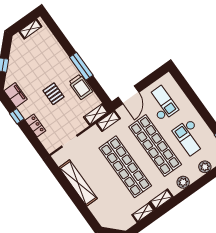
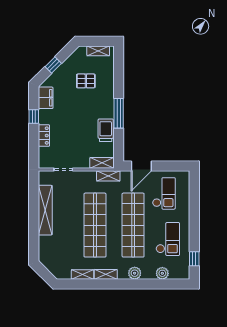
trolley: (81, 87) -> (106, 130), turned 180
pallet: (54, 94) -> (86, 81), moved, turned 90
checkout: (190, 137) -> (168, 239), turned 180

